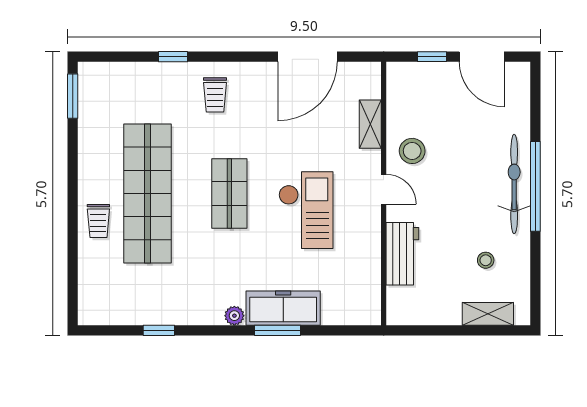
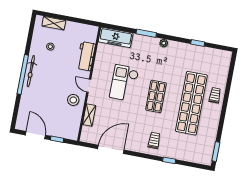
bicycle: (514, 184) -> (31, 71), width x0.73, depth x0.71
freezer: (283, 308) -> (116, 37), moved

